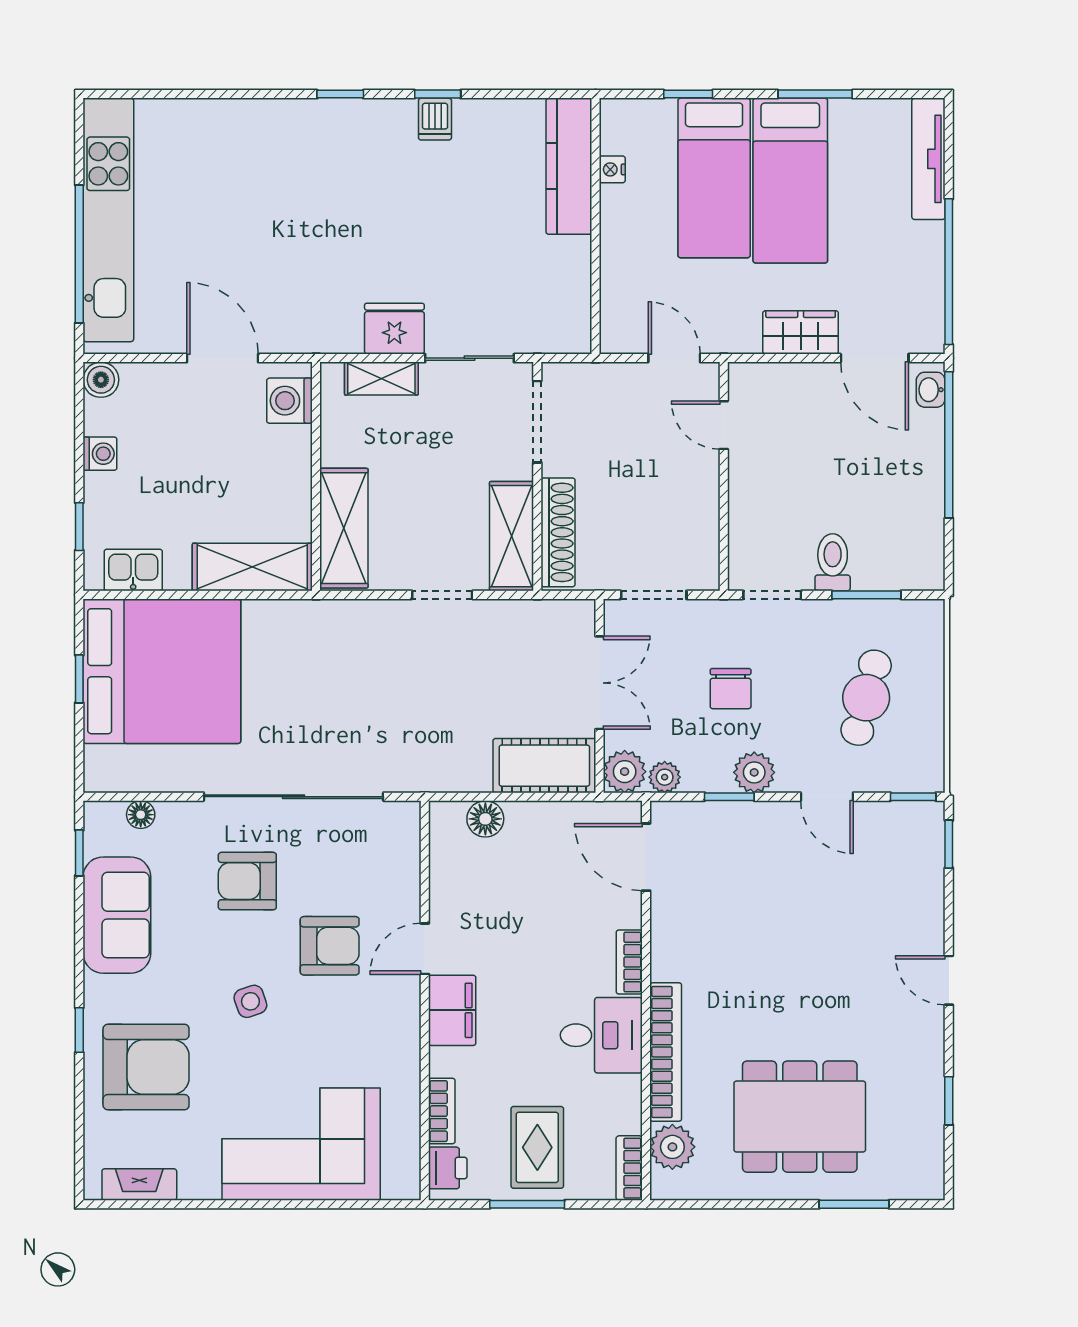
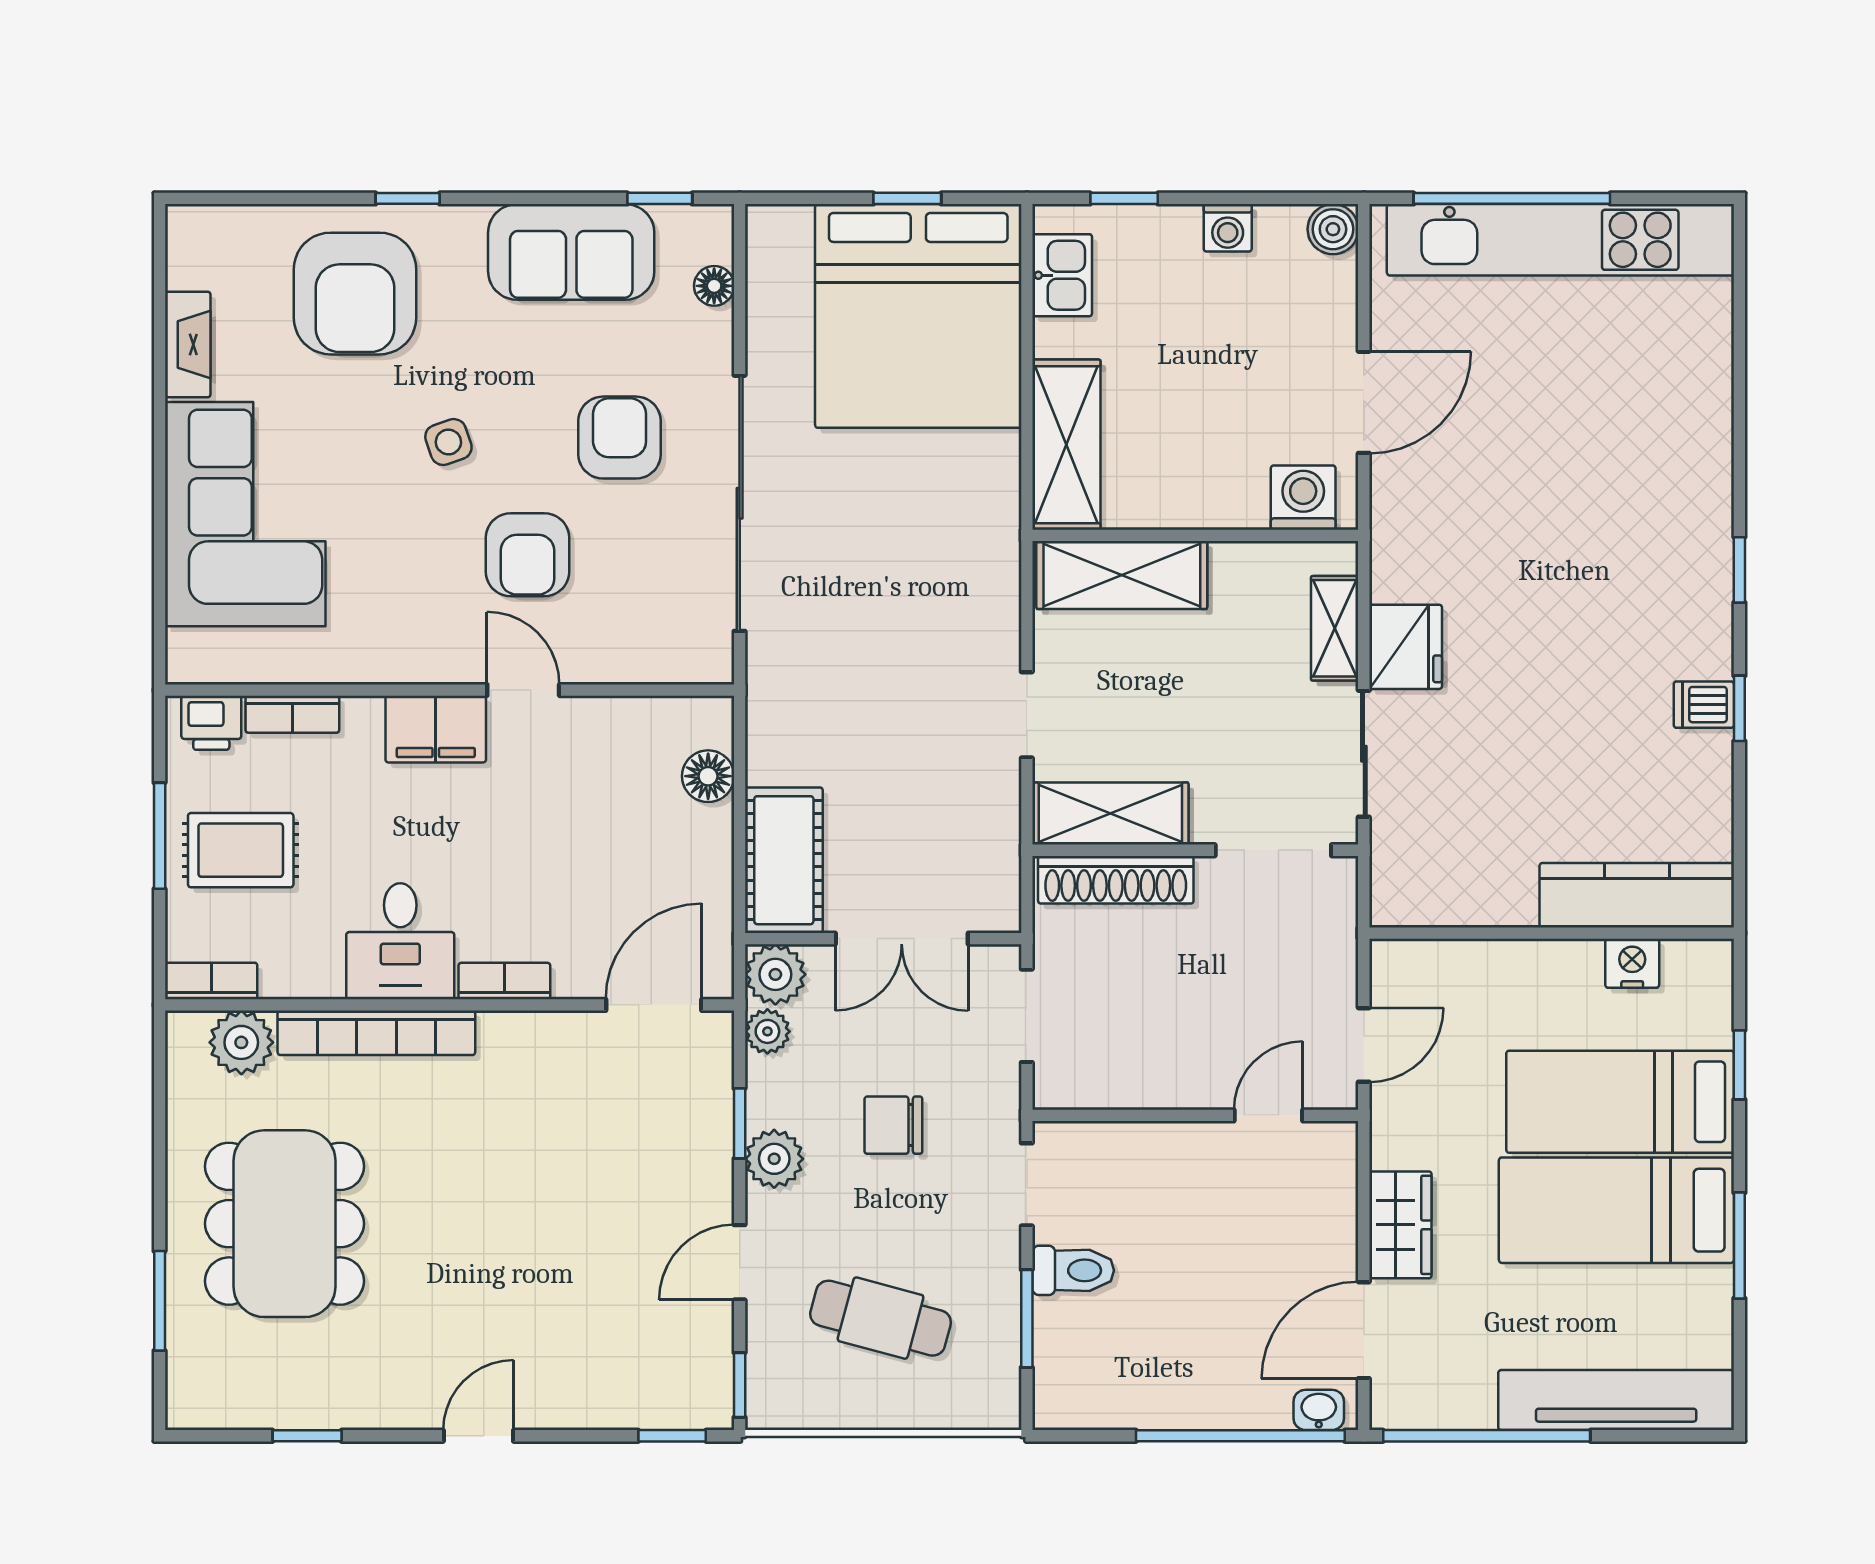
tv unit: (928, 159) -> (1616, 1400), width x1.36, depth x1.29
nightstand: (612, 169) -> (1632, 963), width x1.39, depth x1.35
fireplace: (139, 1185) -> (188, 345), moved

